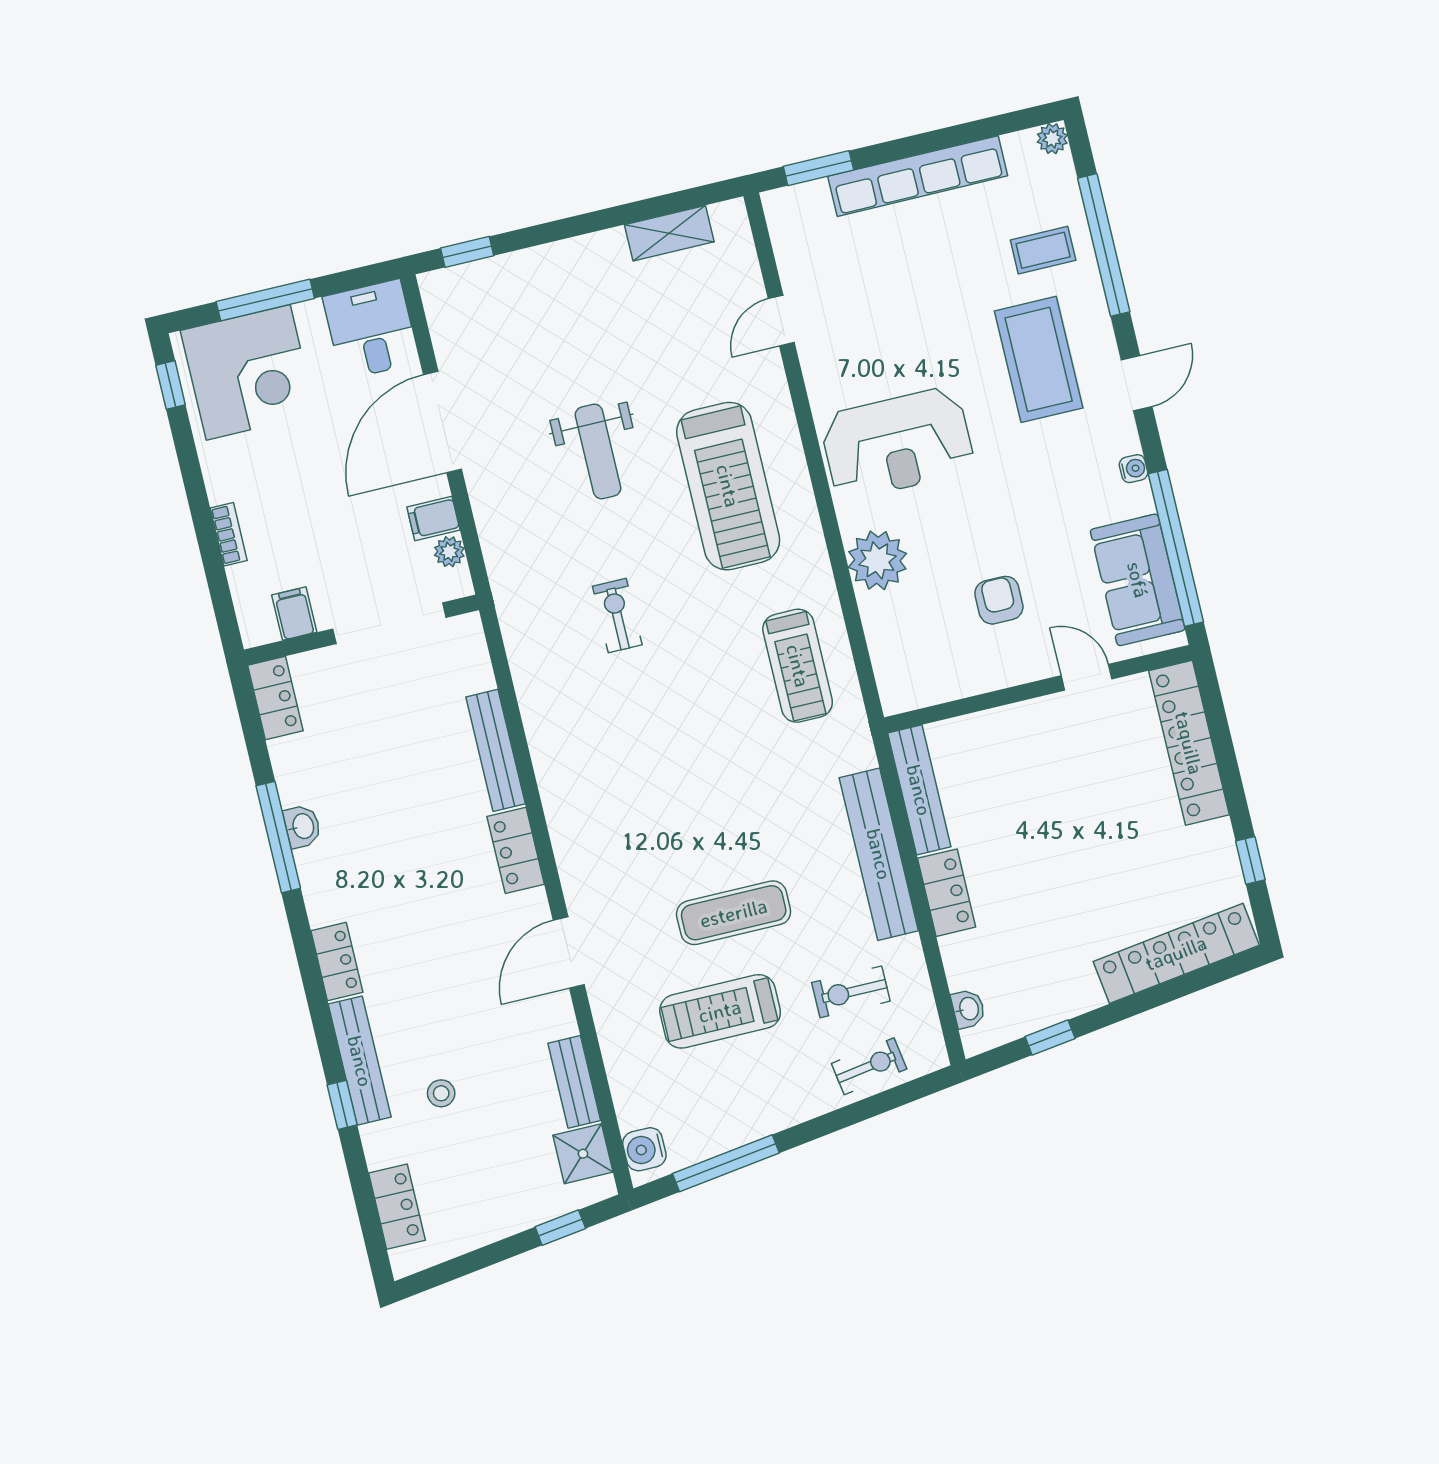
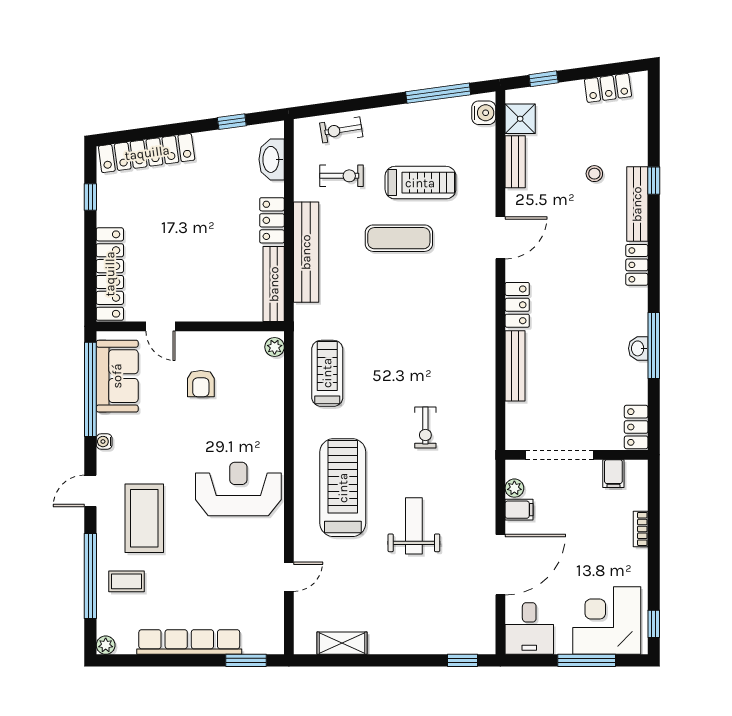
plant: (877, 560) -> (275, 347), moved, width x0.53, depth x0.53
washbasin: (968, 1009) -> (272, 159), width x1.91, depth x1.45
locker: (397, 1207) -> (608, 88), moved, turned -98

